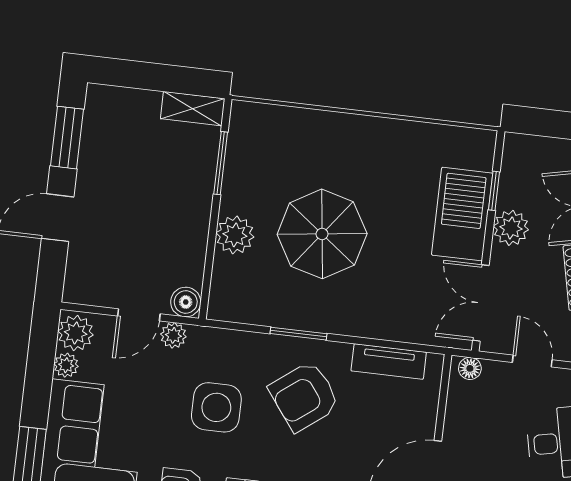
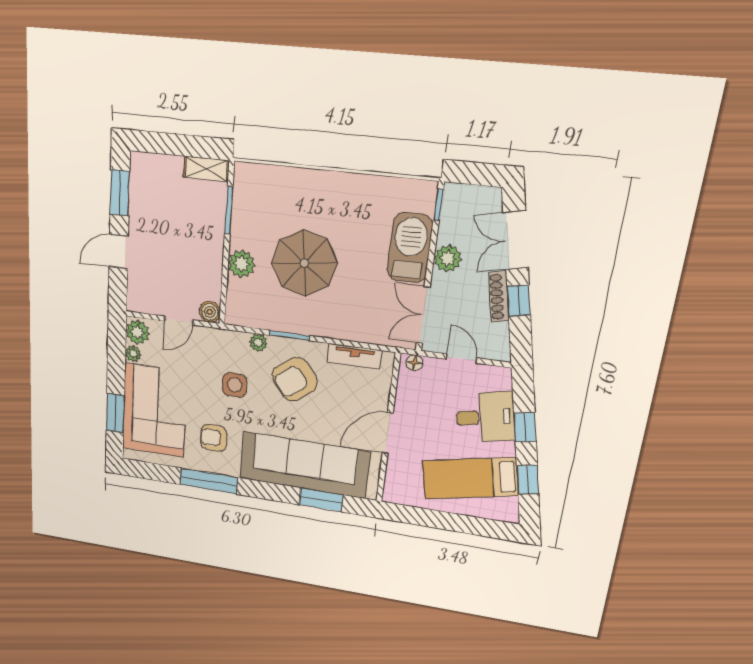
window: (494, 191) -> (438, 205), moved
plant: (173, 335) -> (258, 343), moved
side table: (216, 407) -> (235, 385), width x0.73, depth x0.73

